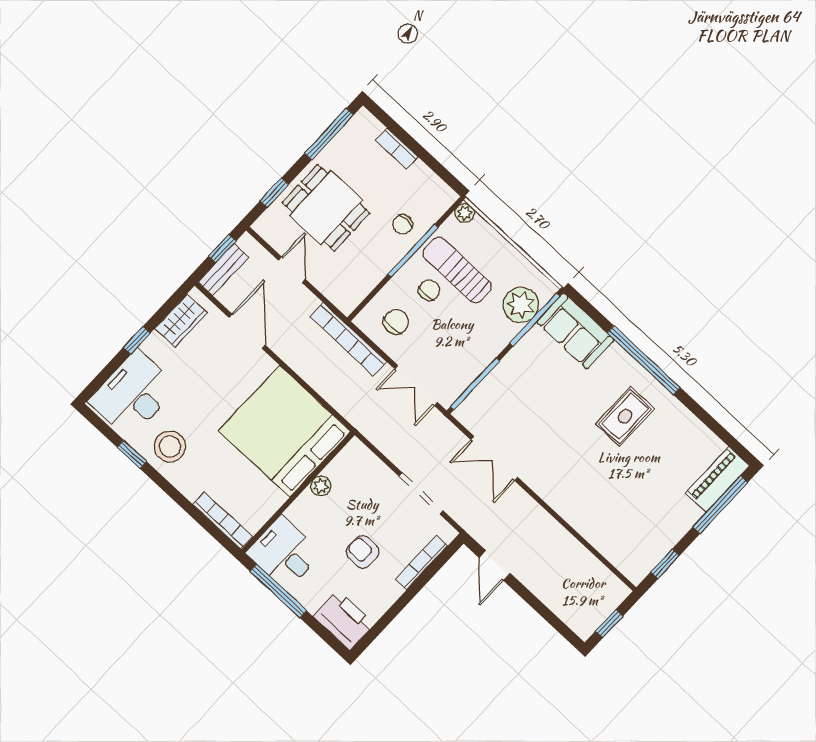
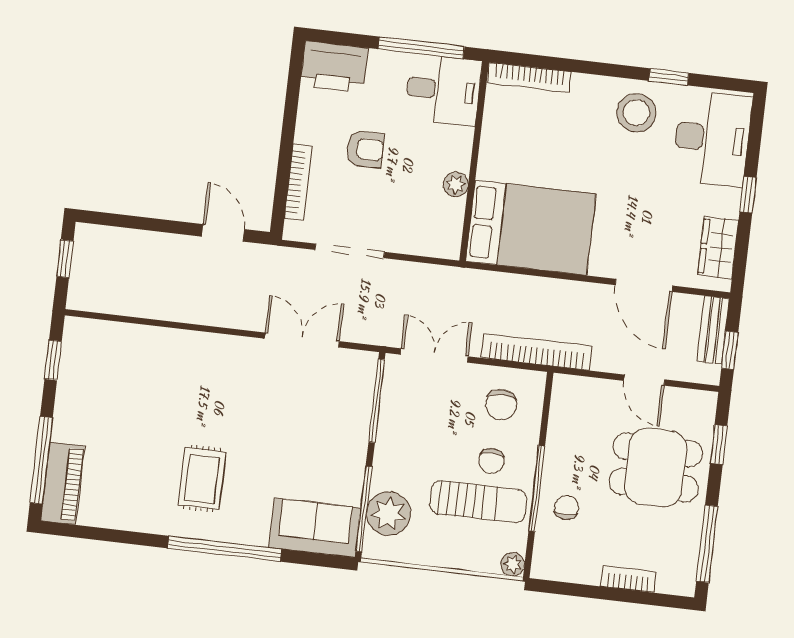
bed: (285, 431) -> (531, 228), width x0.73

